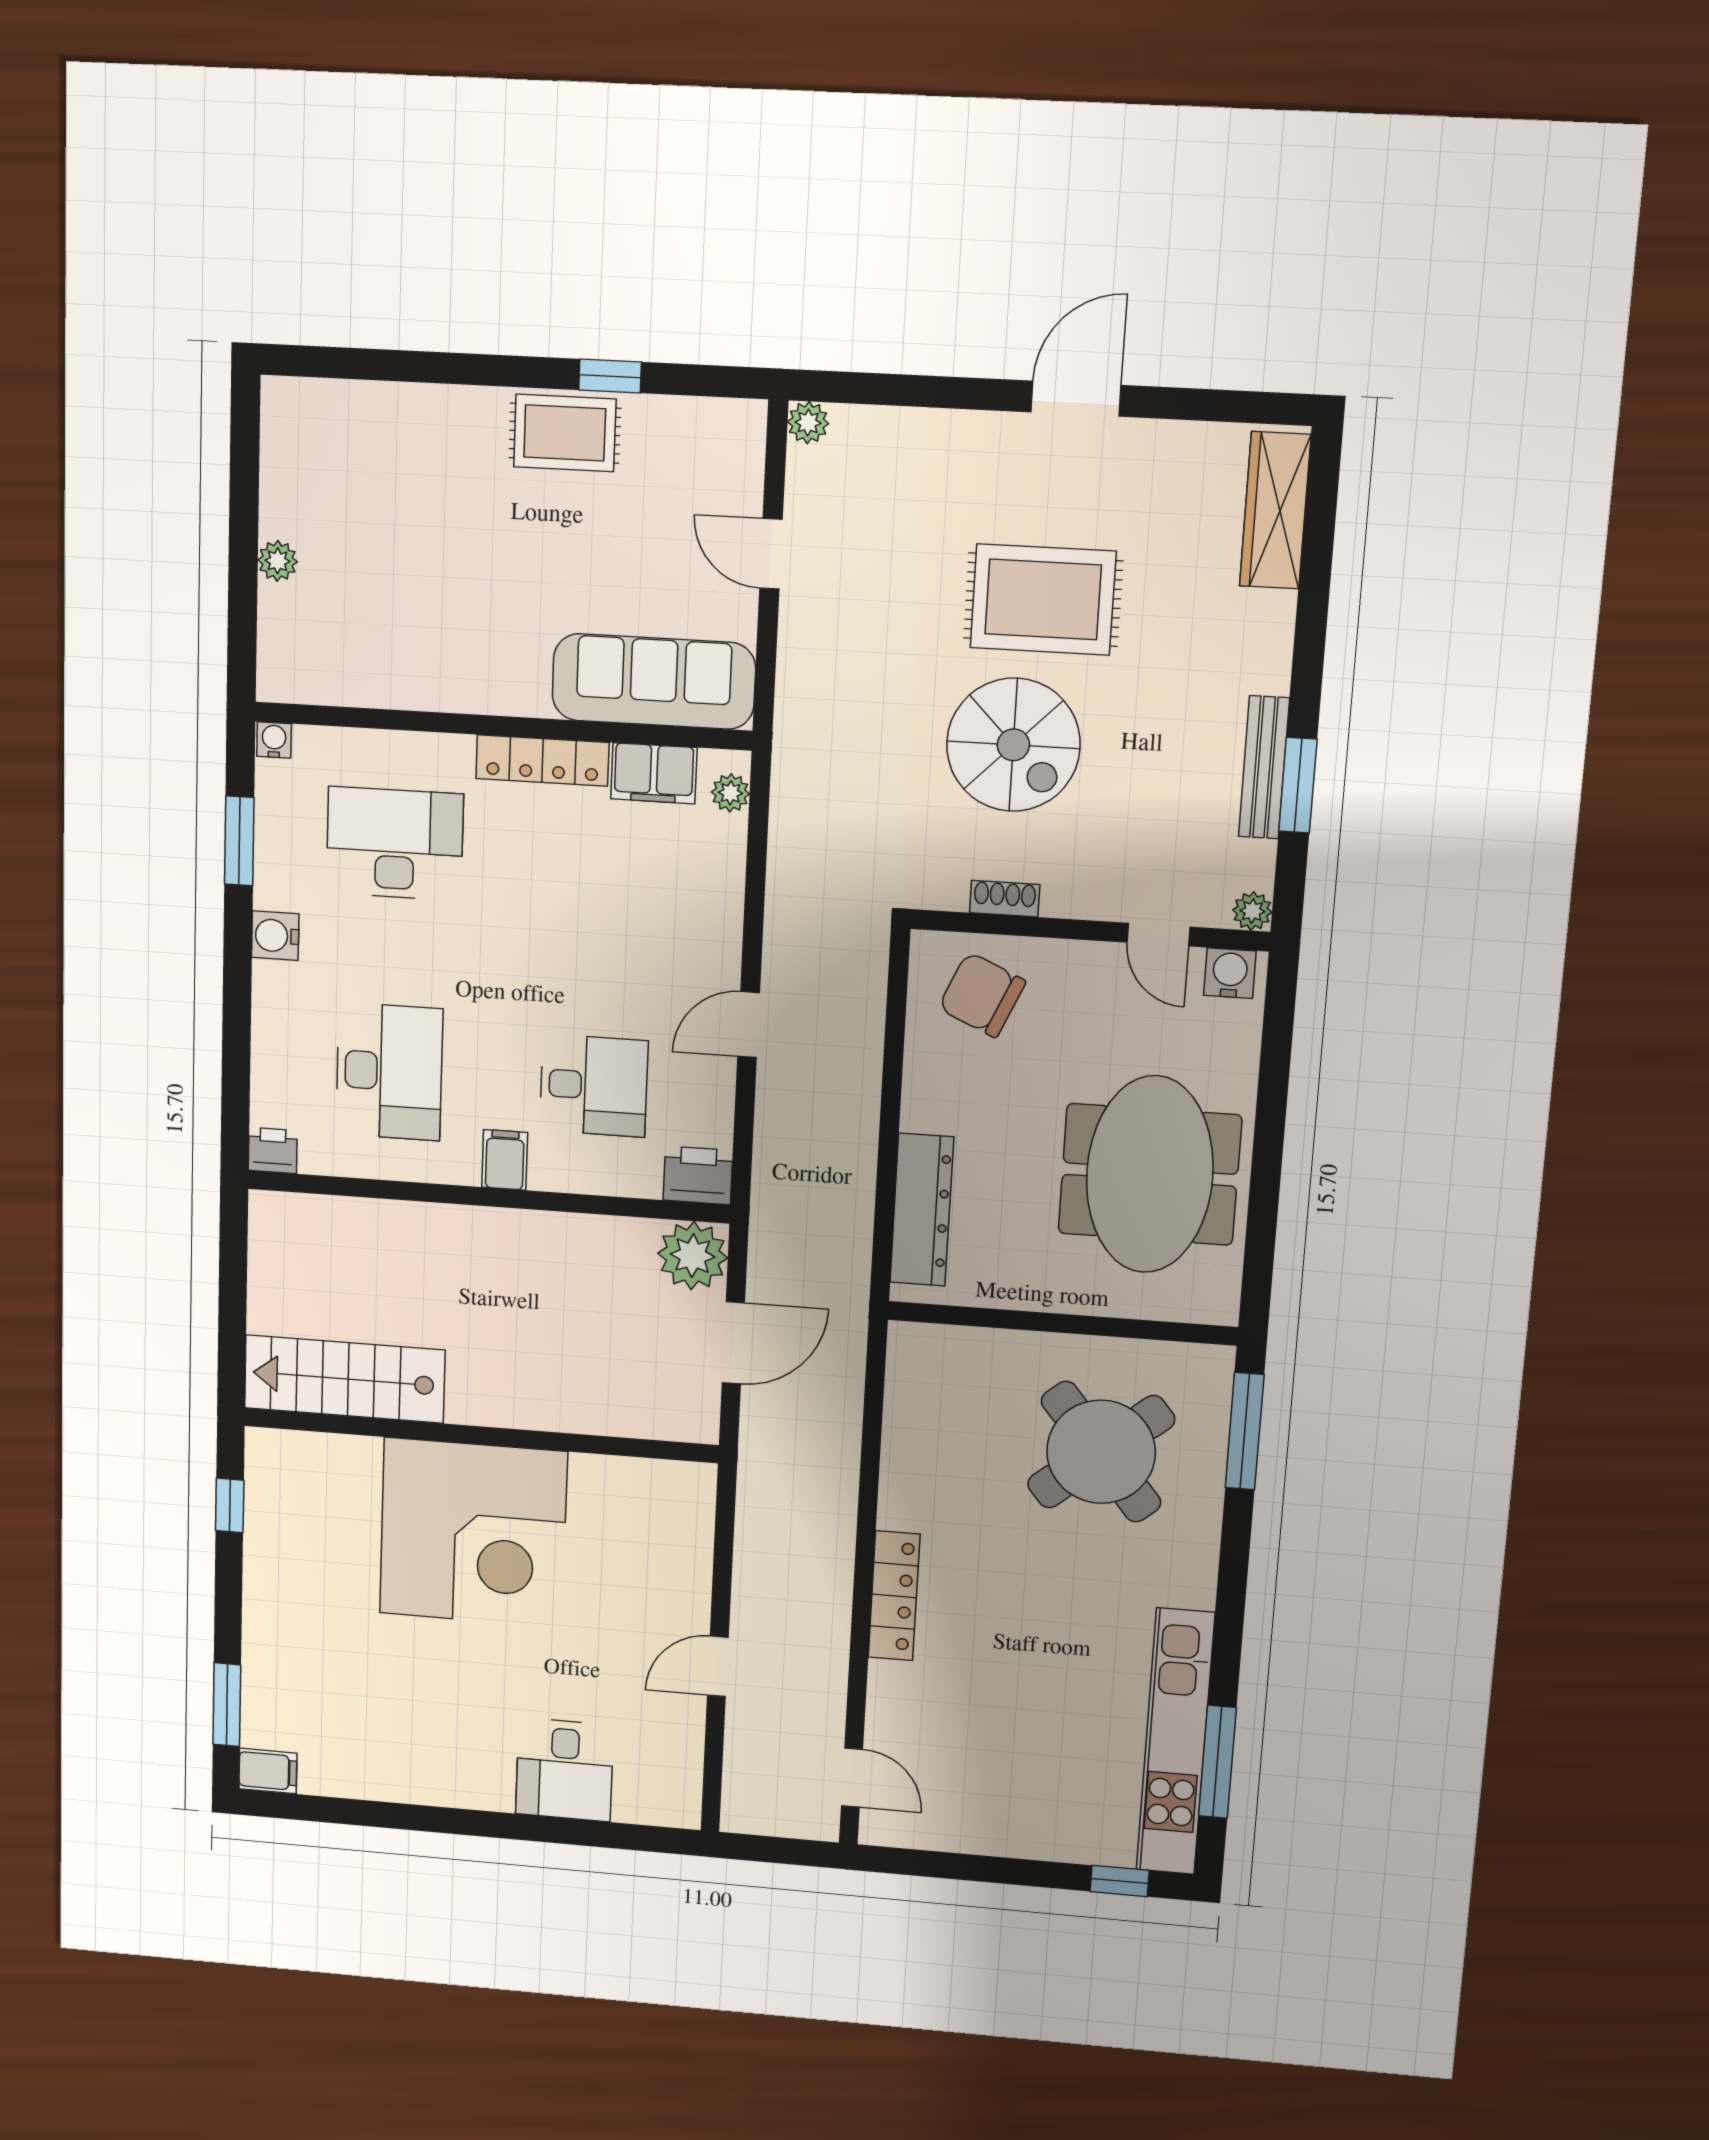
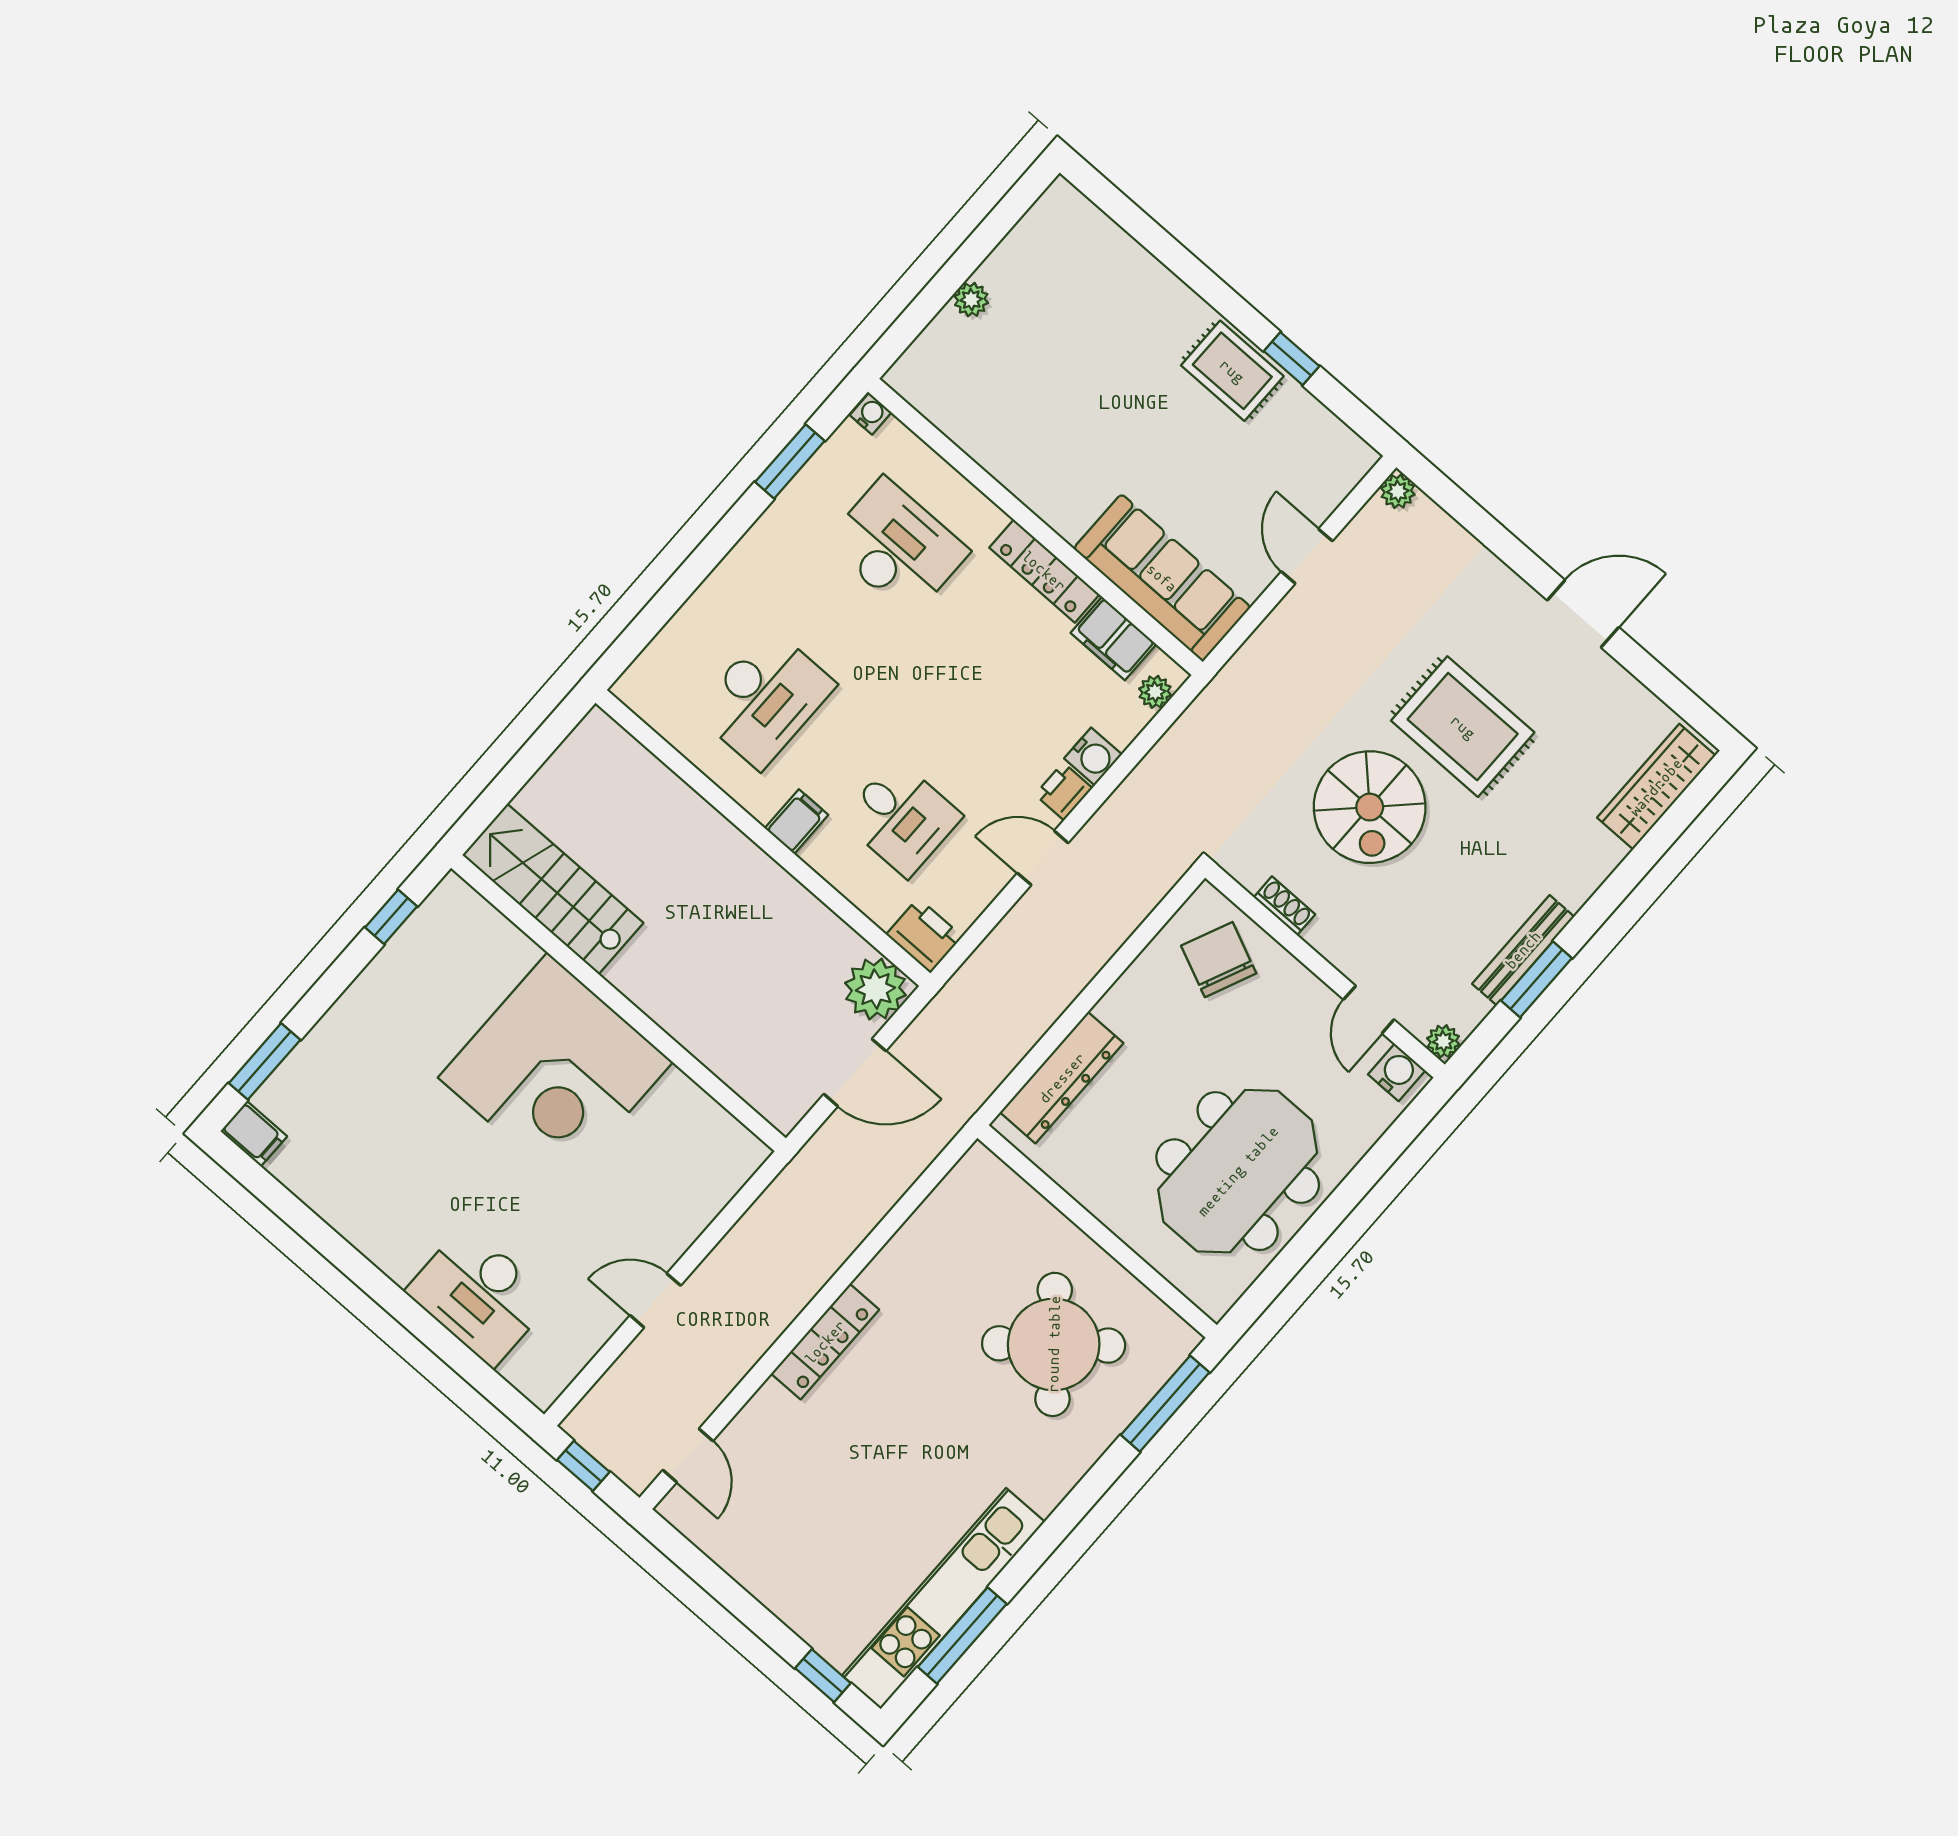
water cooler: (275, 936) -> (1093, 756), moved, turned 180
printer: (273, 1150) -> (1064, 791), moved, turned -90
desk: (565, 1770) -> (479, 1295), width x1.37
window: (769, 1849) -> (583, 1466), added

